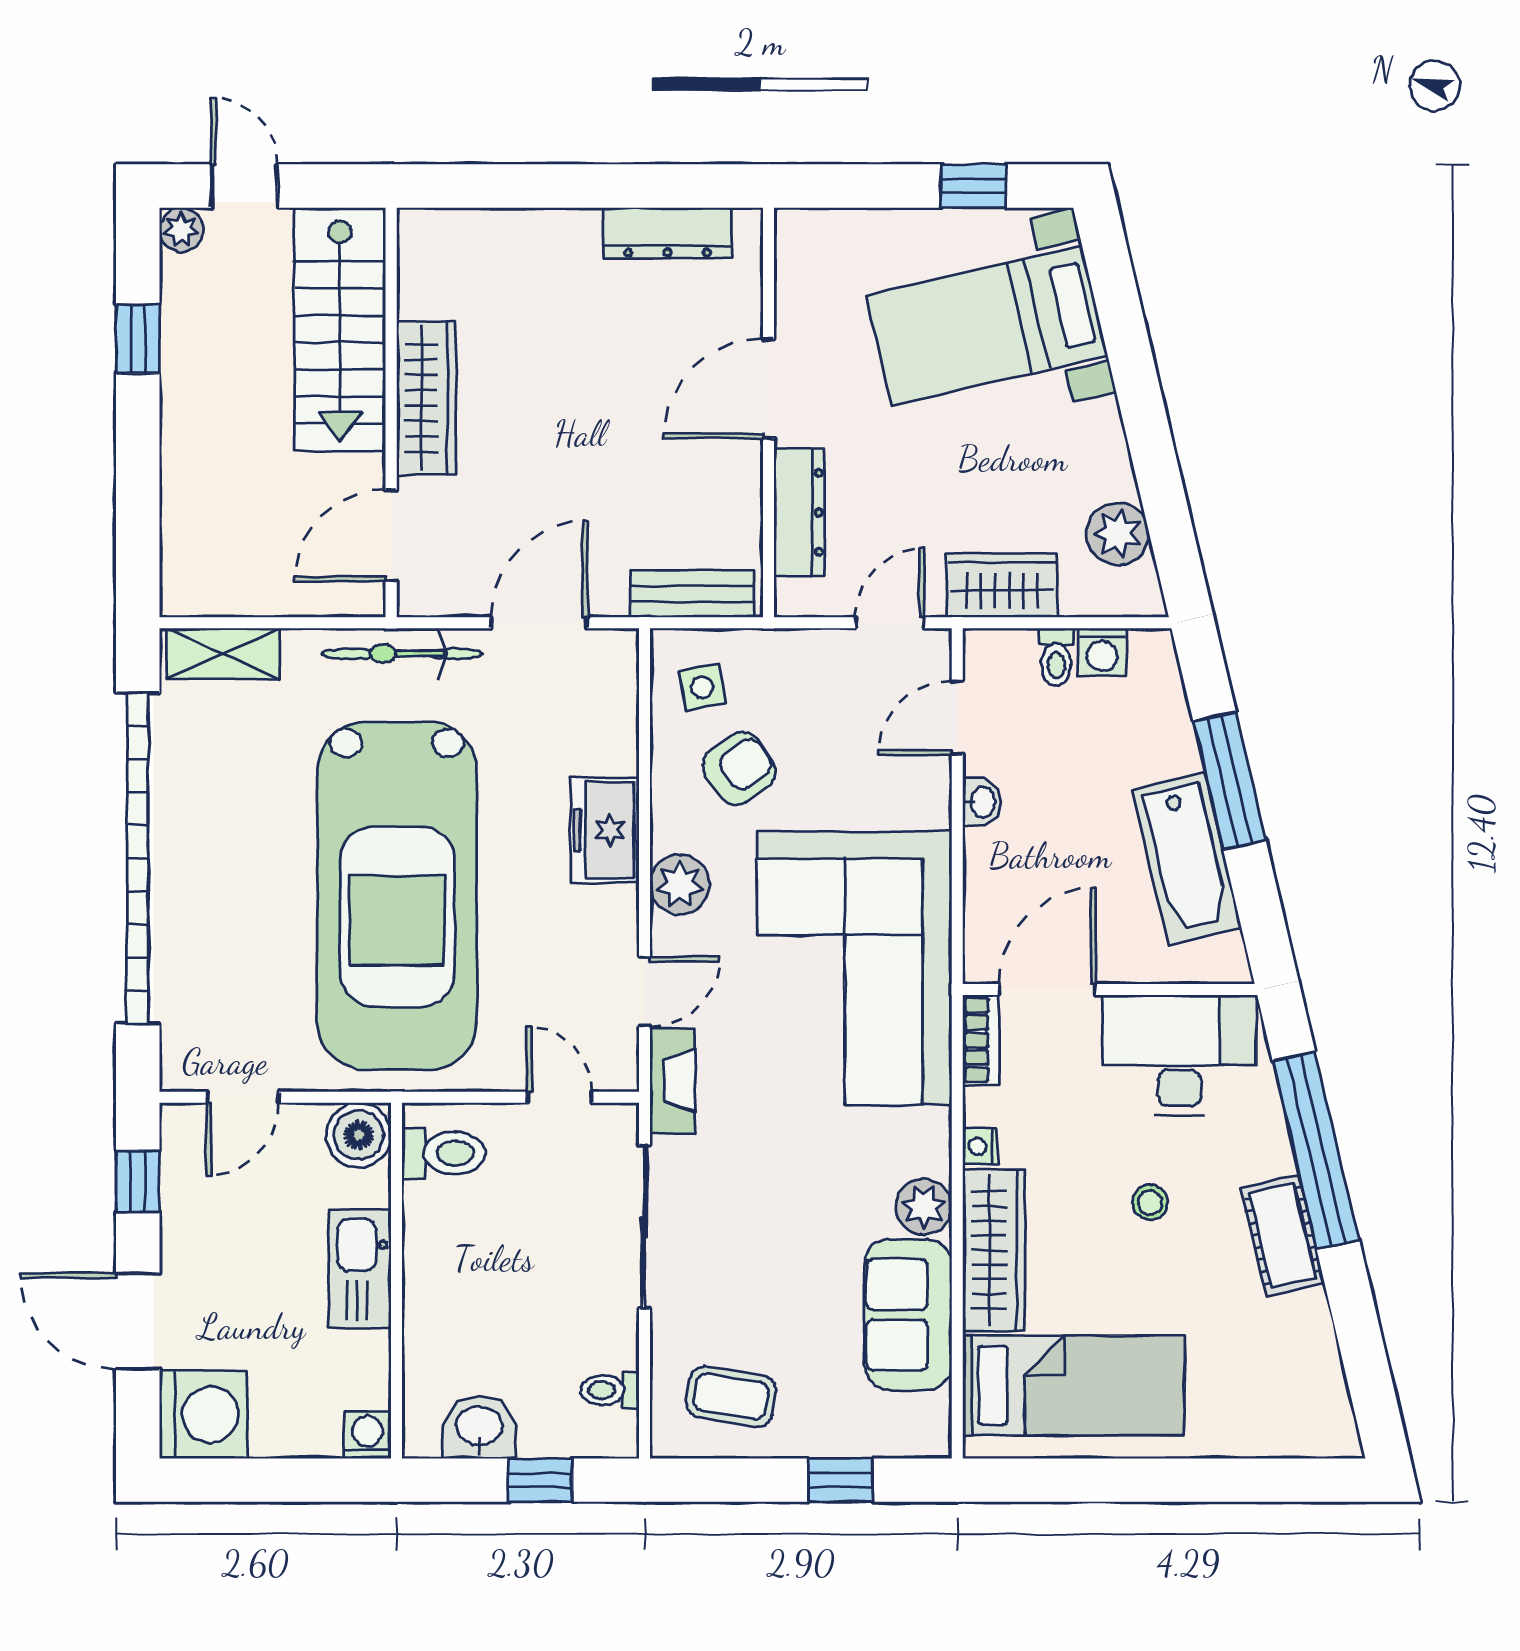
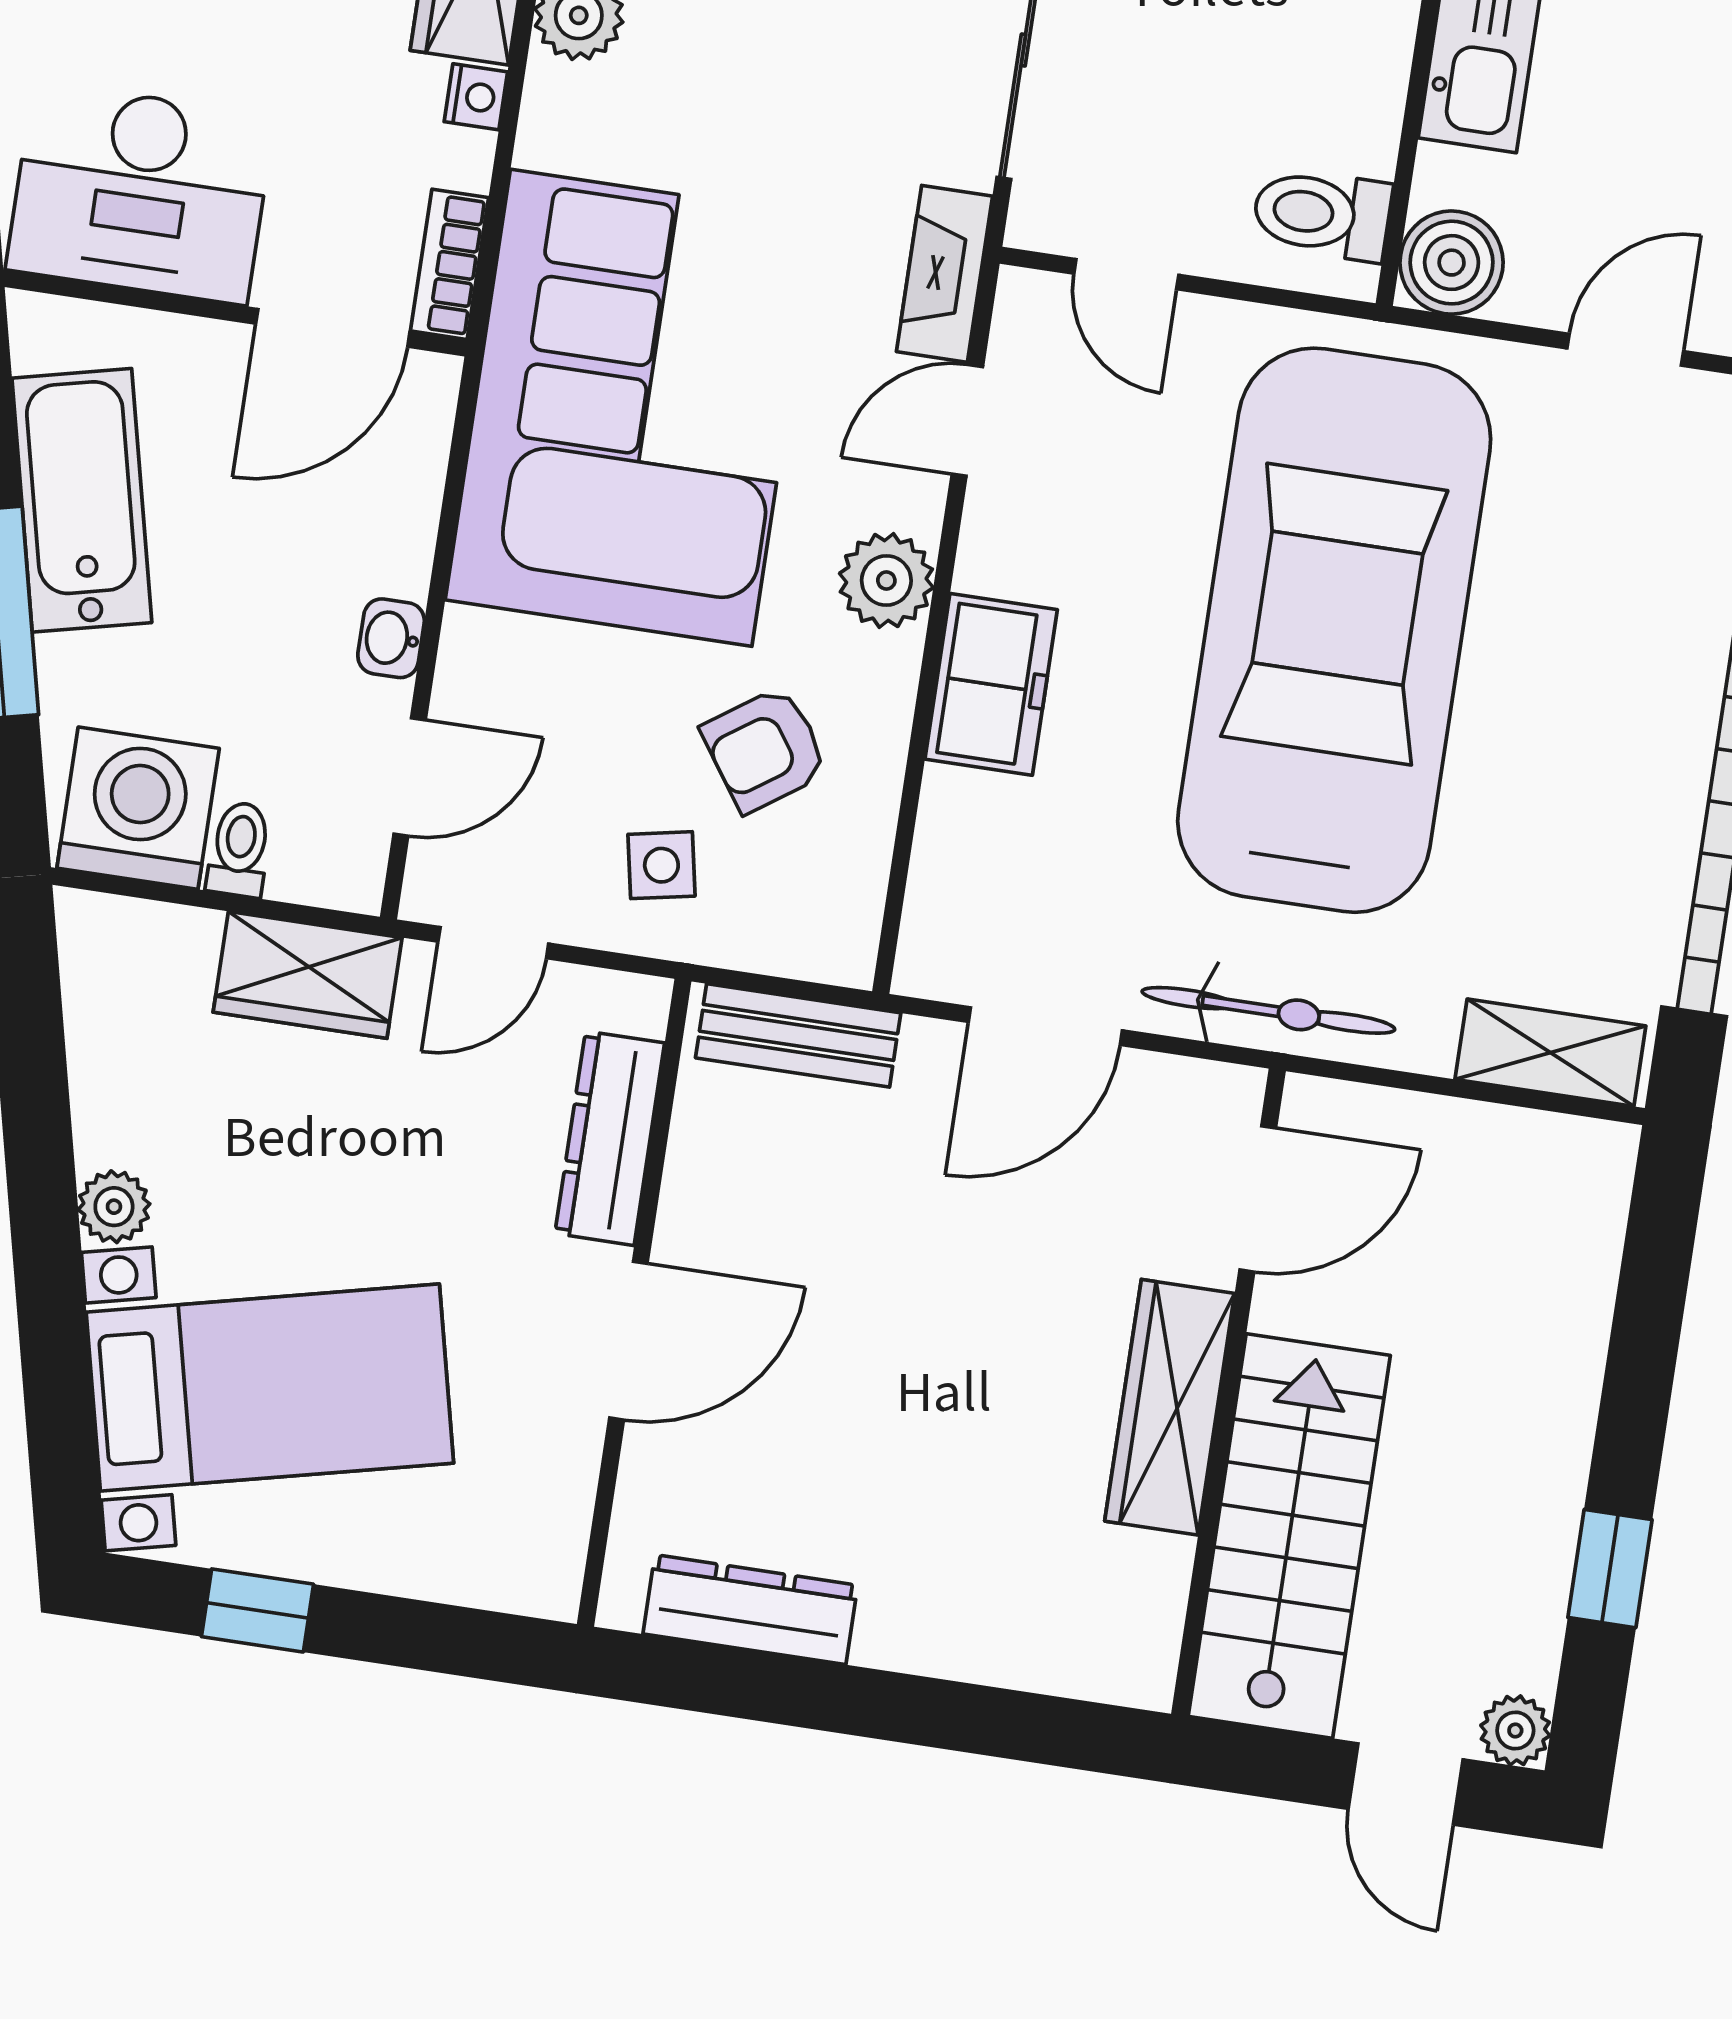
plant: (1118, 534) -> (114, 1207), moved, width x0.73, depth x0.73
washing machine: (1102, 652) -> (138, 808), width x1.89, depth x1.89
side table: (702, 687) -> (661, 865), moved

